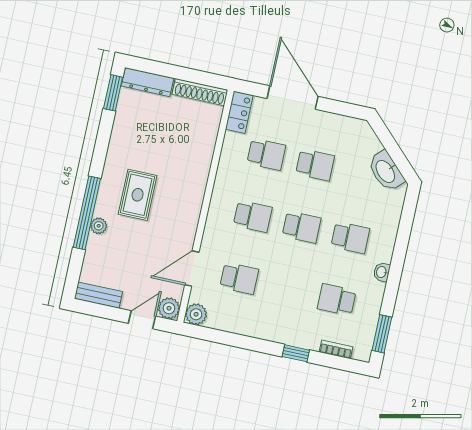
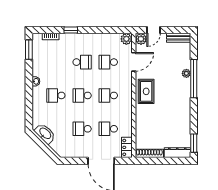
rug: (138, 195) -> (146, 91), moved
school desk: (337, 300) -> (82, 62), moved

